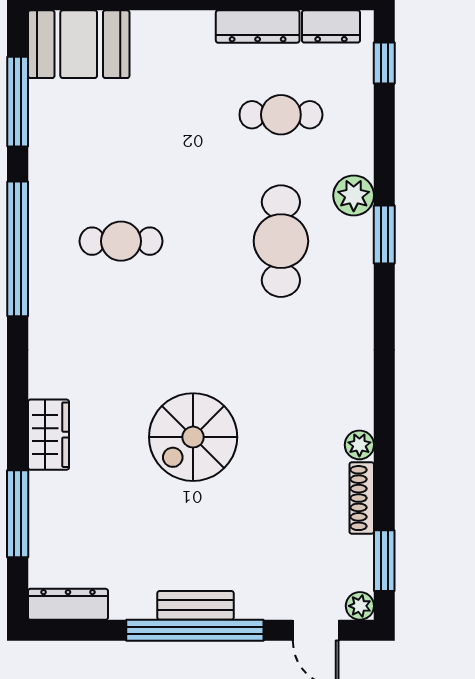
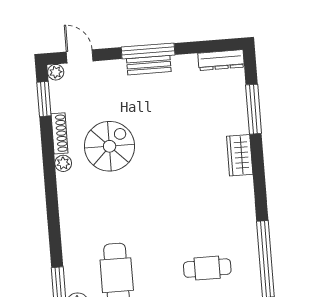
spiral stairs: (193, 437) -> (110, 146), moved
window: (195, 630) -> (148, 51), width x0.68

